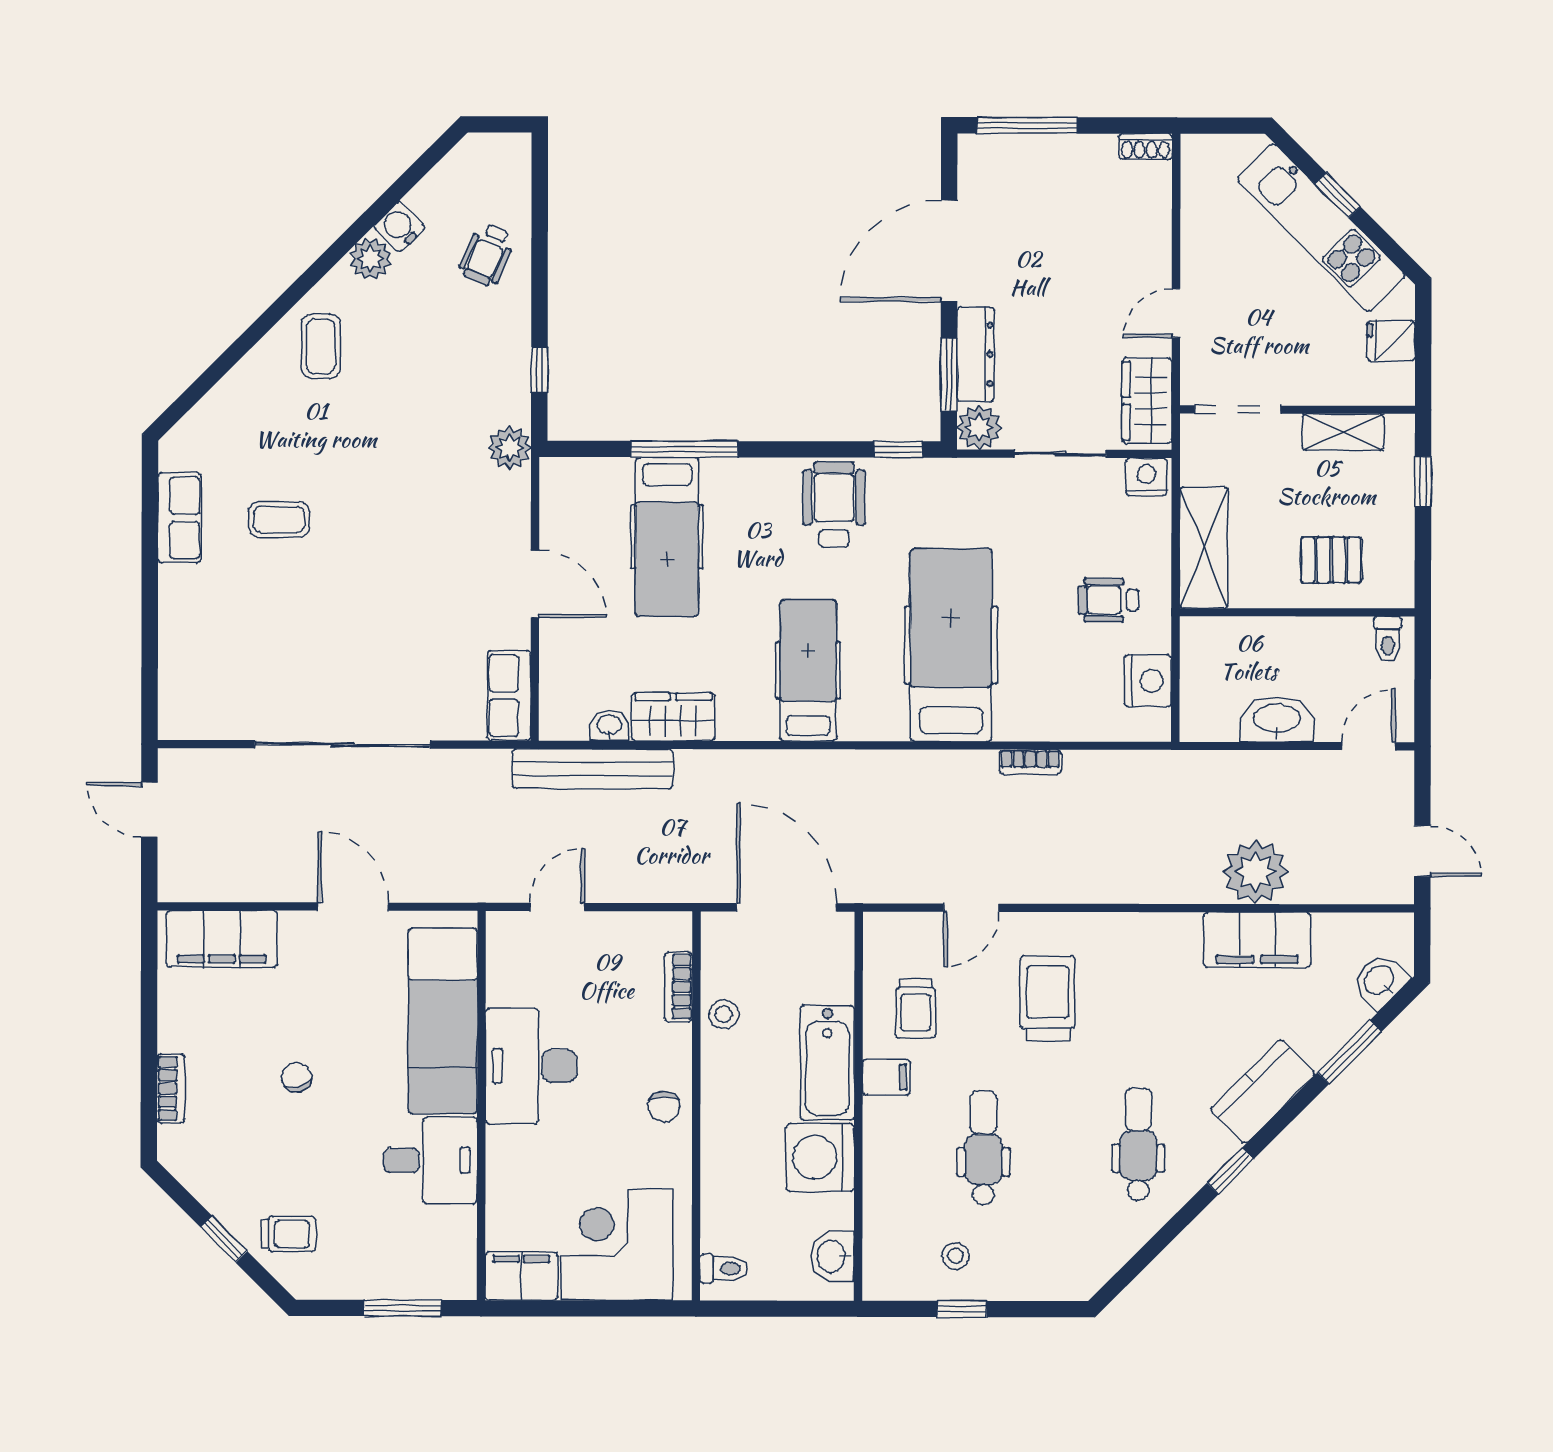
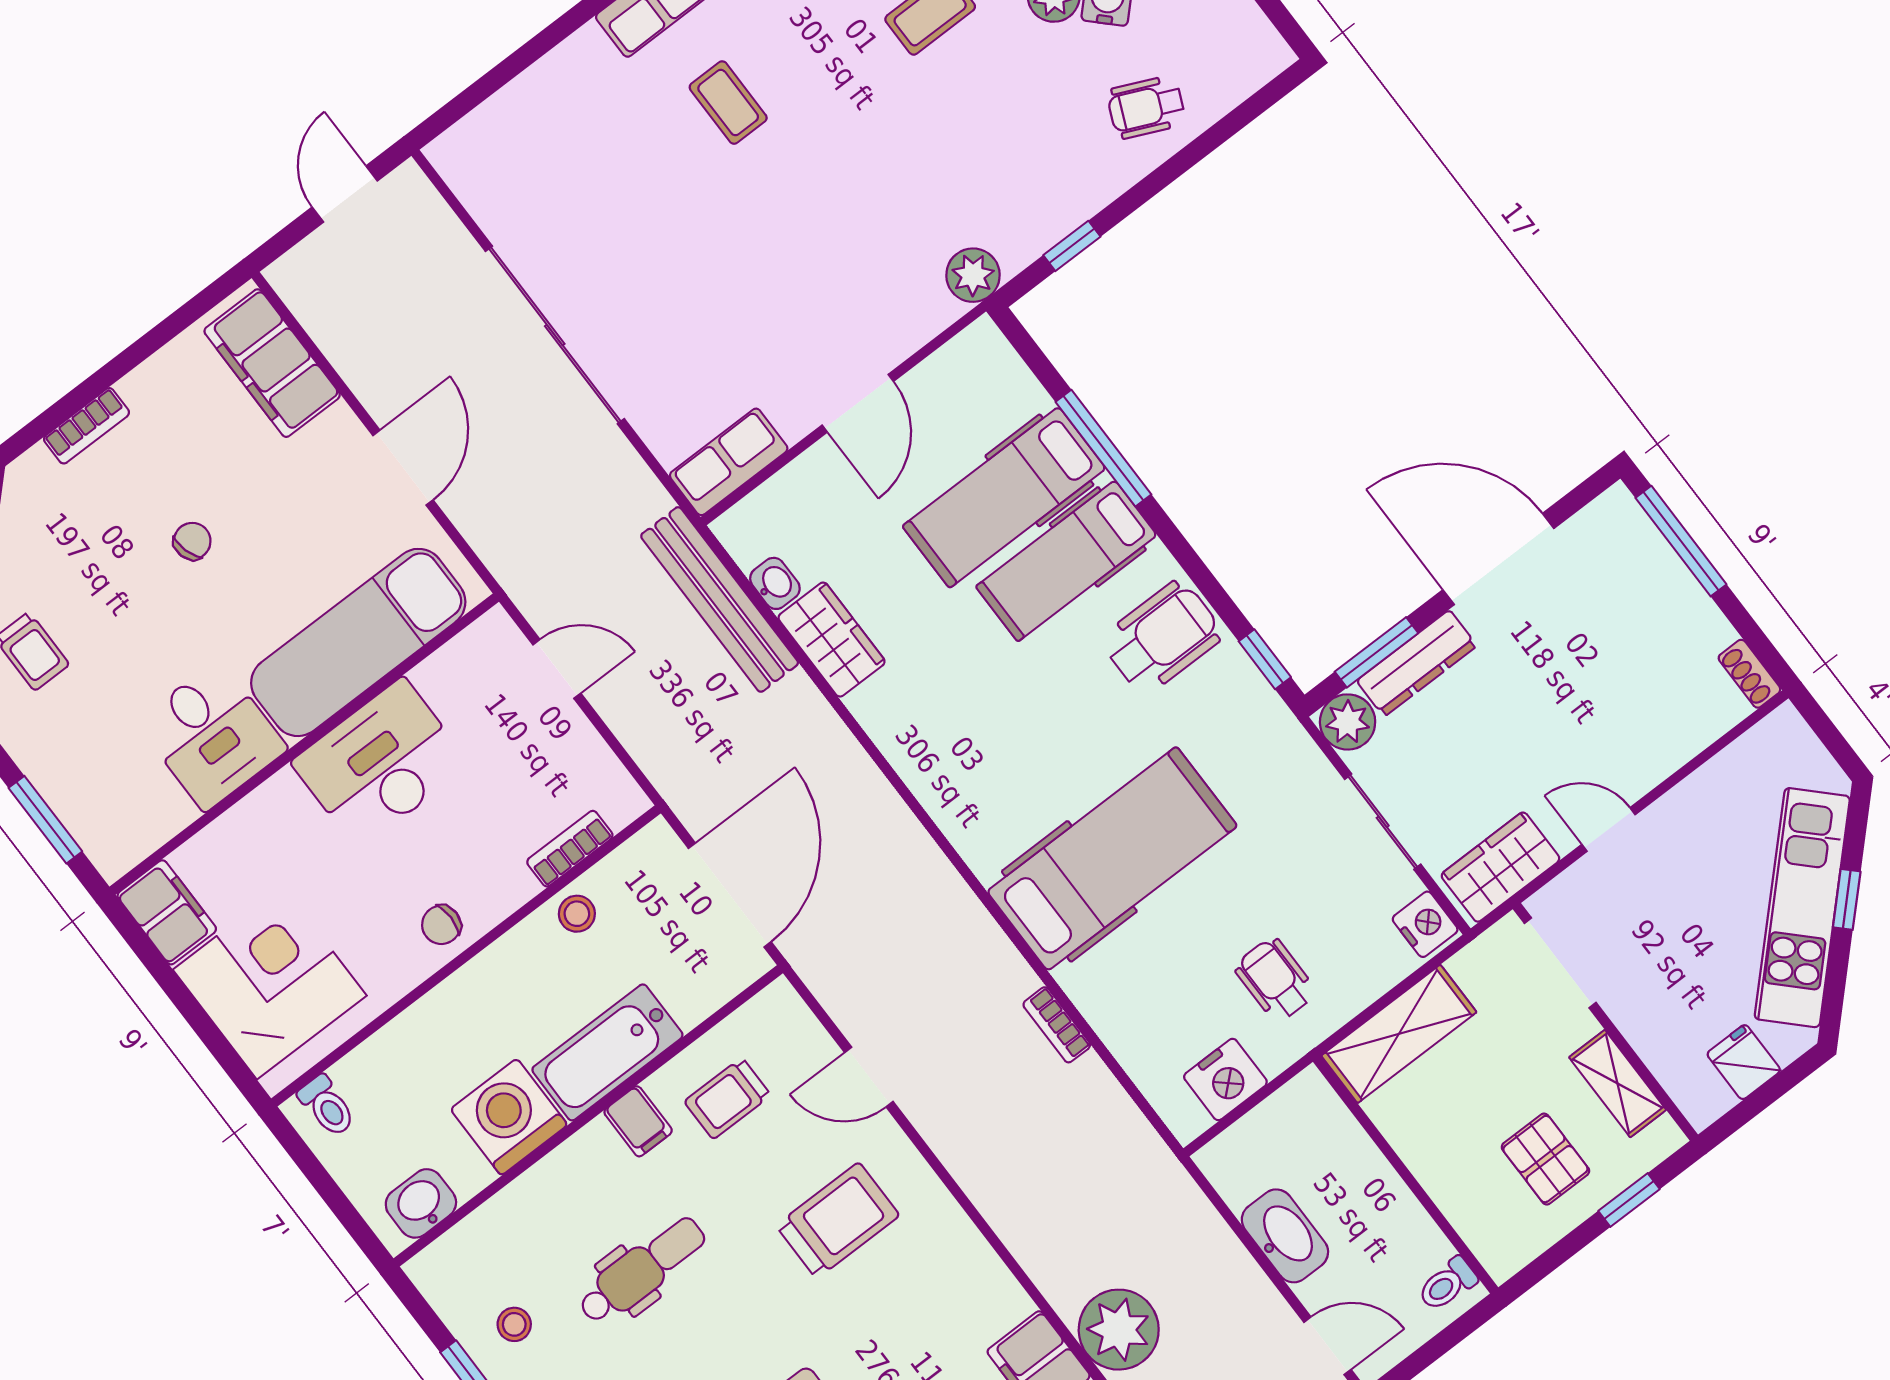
pallet: (1331, 560) -> (1545, 1159), moved
hospital bed: (808, 670) -> (1066, 561), moved, turned 180

